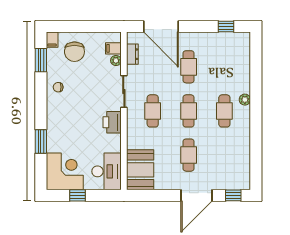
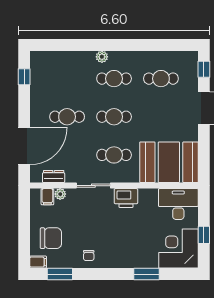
cafe table: (189, 155) -> (161, 79), moved
booth: (140, 170) -> (169, 162), width x1.36, depth x1.42

